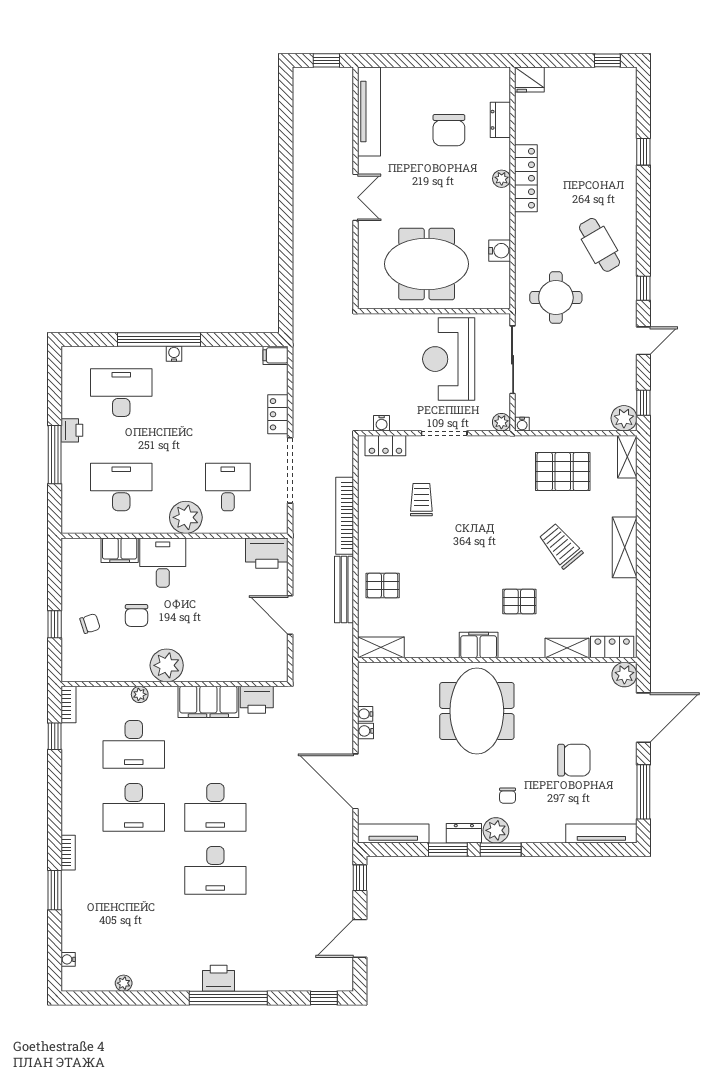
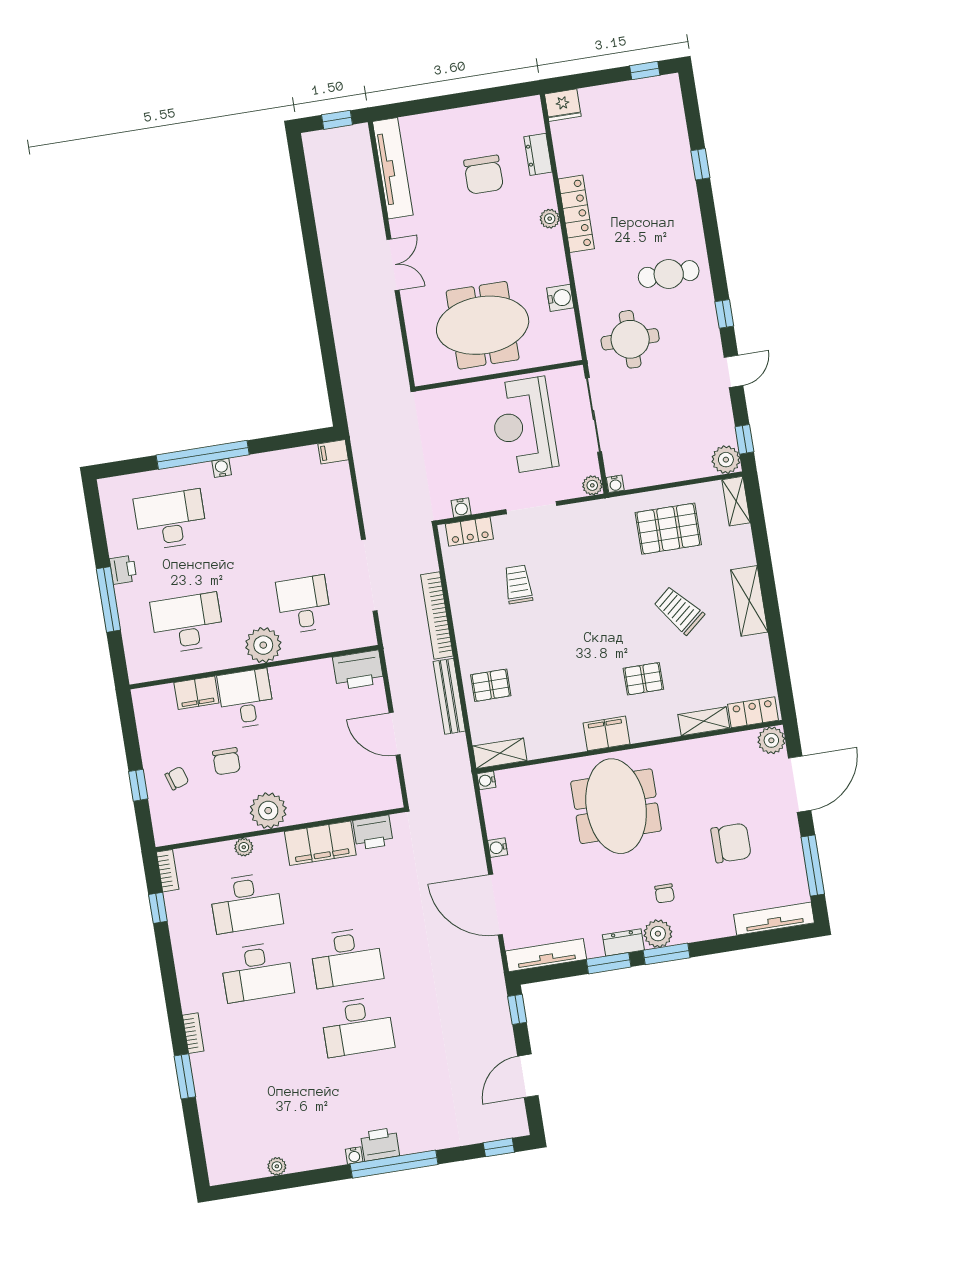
cafe table: (600, 245) -> (669, 274), turned -60
locker: (278, 414) -> (346, 516), removed
water cooler: (365, 714) -> (486, 780), moved
water cooler: (68, 959) -> (354, 1155), moved, turned -90

